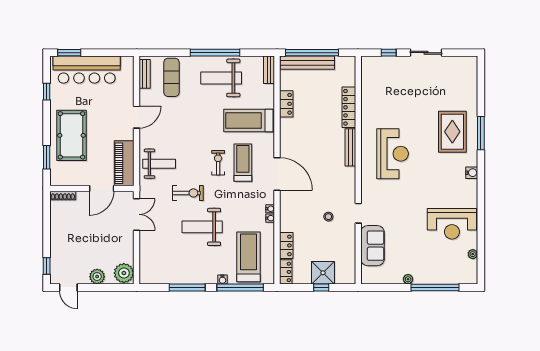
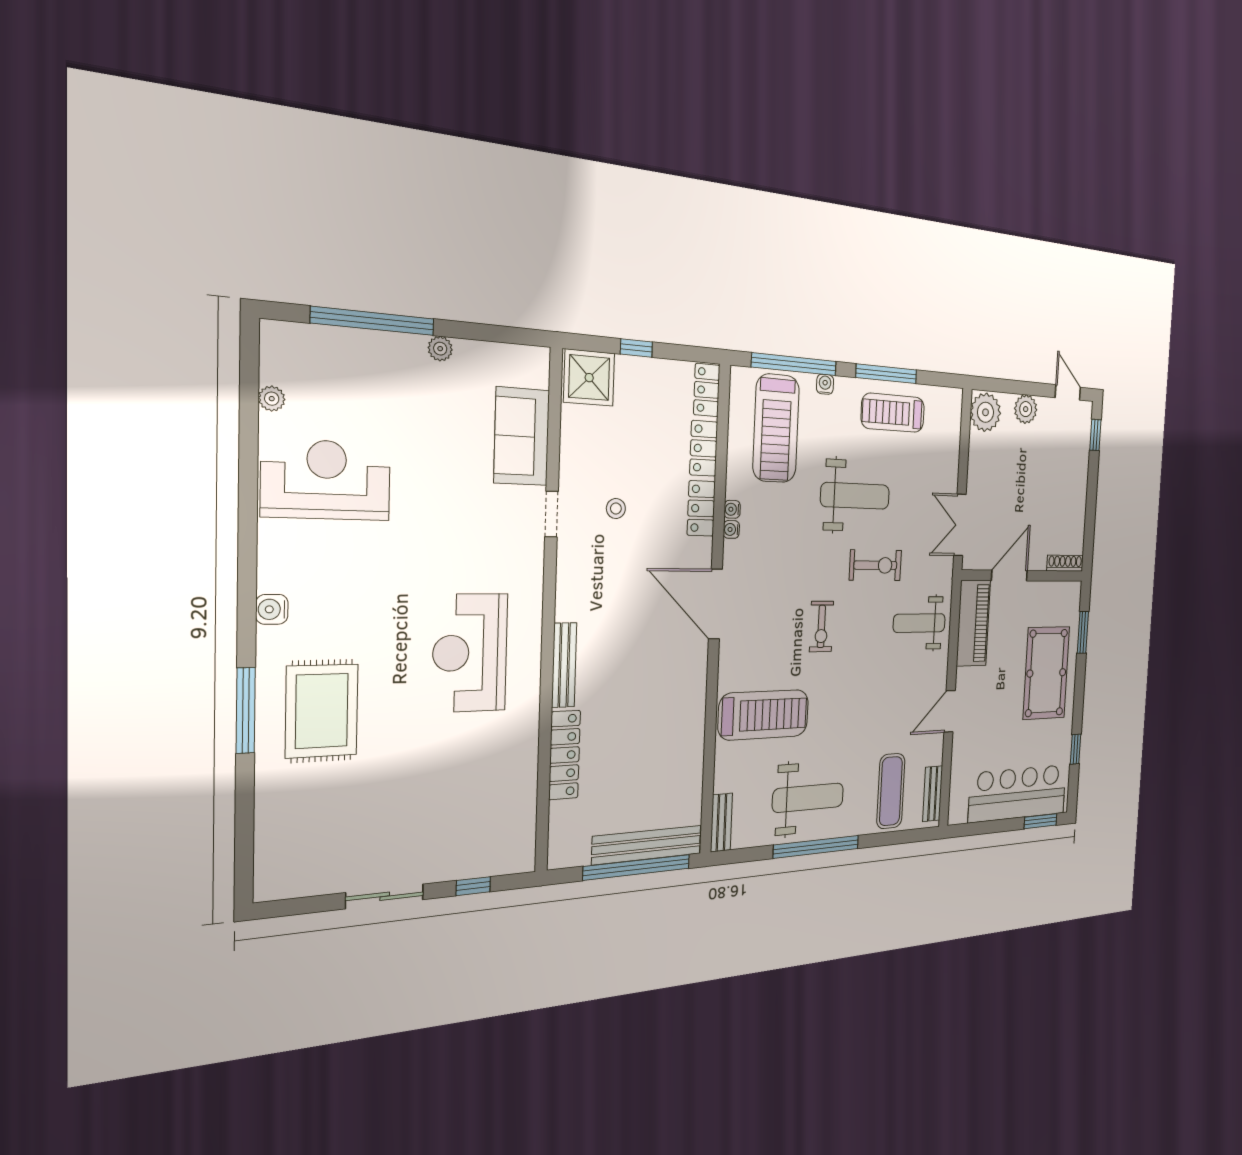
locker: (286, 104) -> (701, 508), moved
treadmill: (243, 163) -> (893, 413), moved, turned 90
exercise bike: (188, 193) -> (875, 565), turned 180
shower: (323, 273) -> (589, 378), moved

